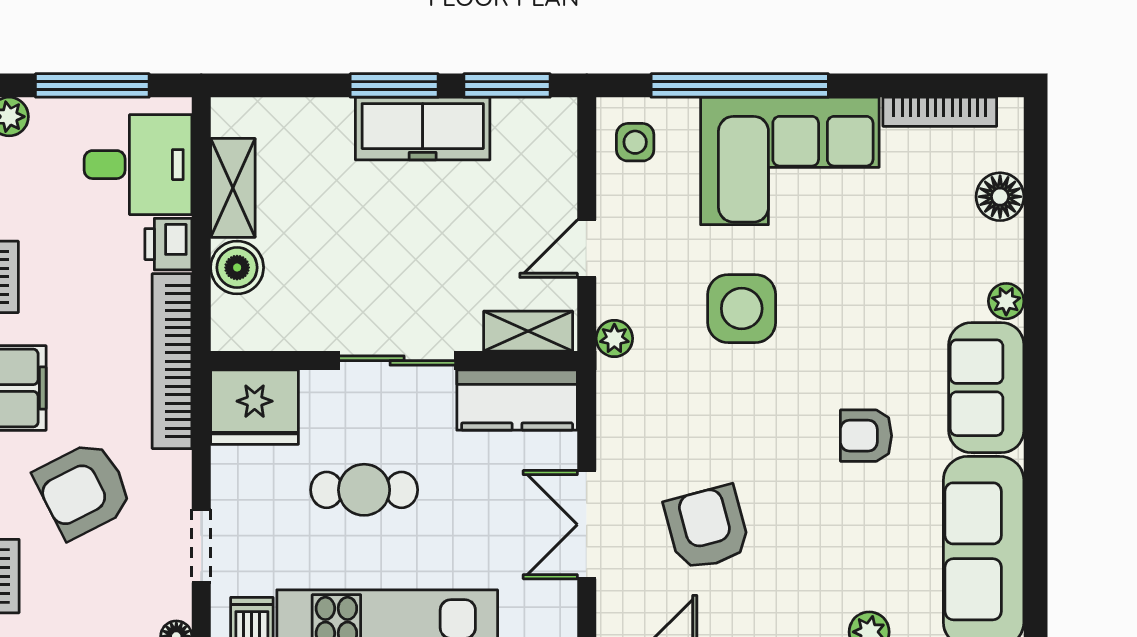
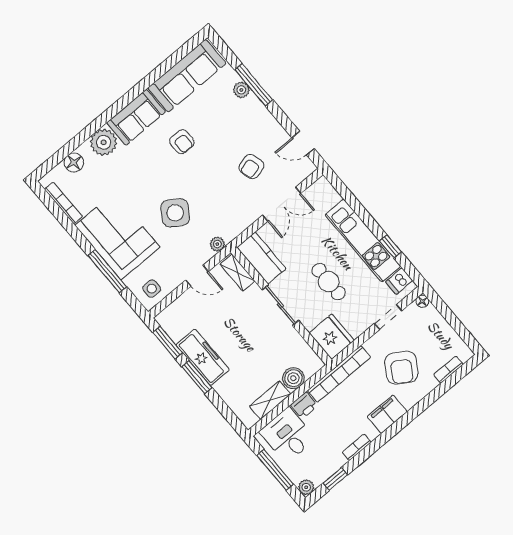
window: (740, 85) -> (107, 271), width x0.68
plant: (1006, 301) -> (104, 142), width x1.87, depth x1.87
side table: (742, 309) -> (175, 213), turned 33
armchair: (84, 490) -> (401, 368), turned 59
armchair: (707, 528) -> (251, 167), width x0.72, depth x0.72

